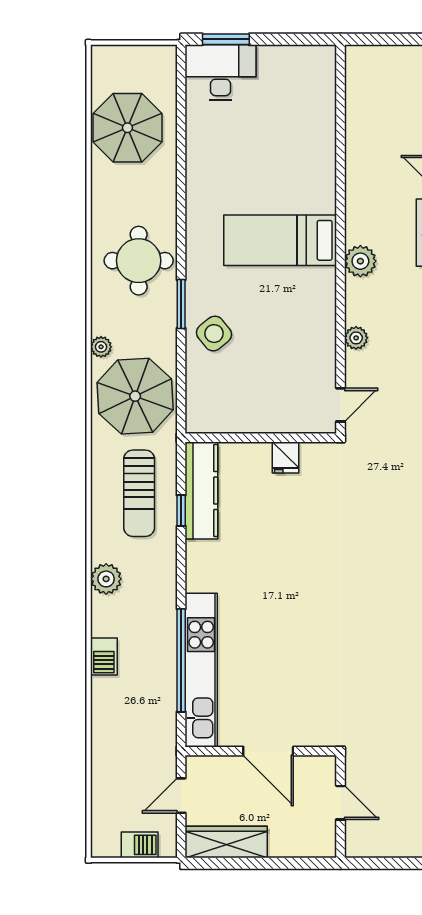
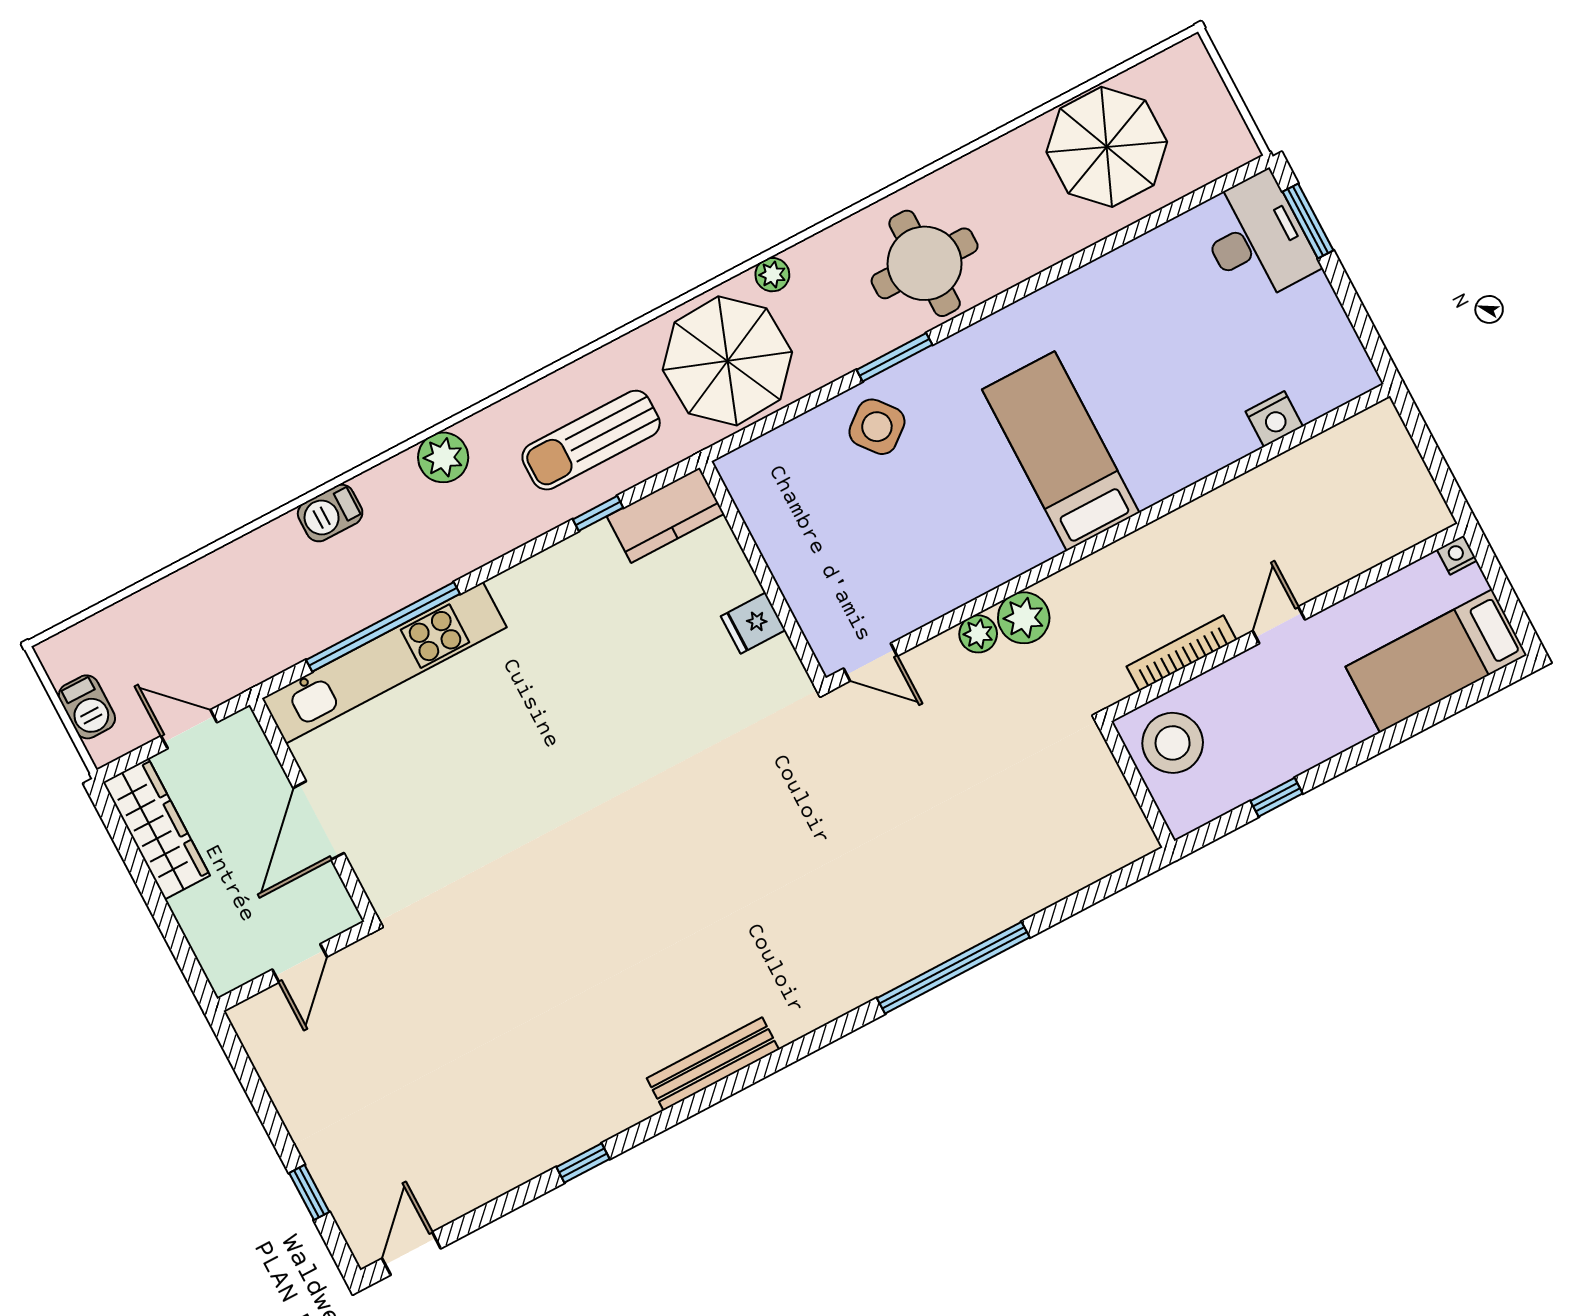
nightstand: (324, 115) -> (1274, 419), added
plant: (360, 261) -> (1024, 618), moved
kitchen counter: (201, 491) -> (665, 515), width x0.67

